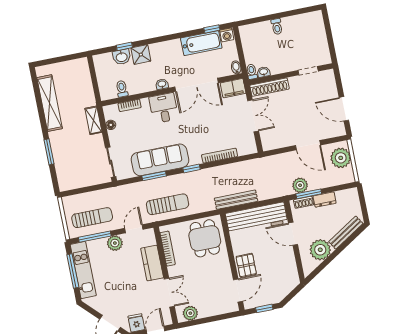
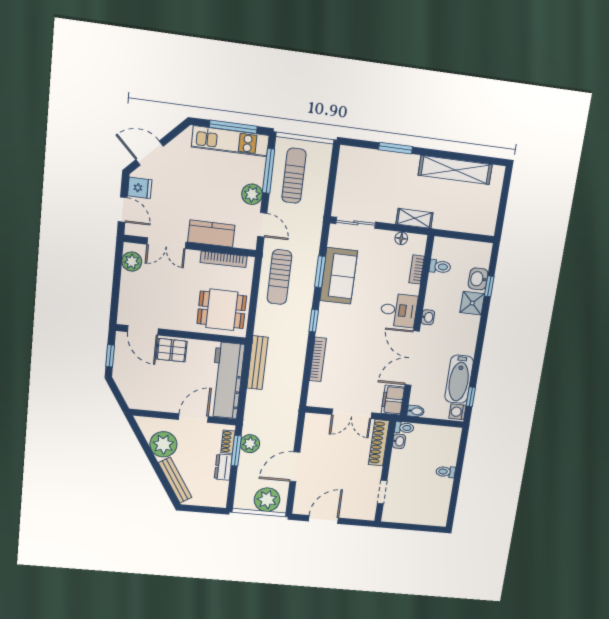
sofa: (160, 160) -> (339, 276), width x0.73
sun lounger: (92, 218) -> (294, 176), turned 180

